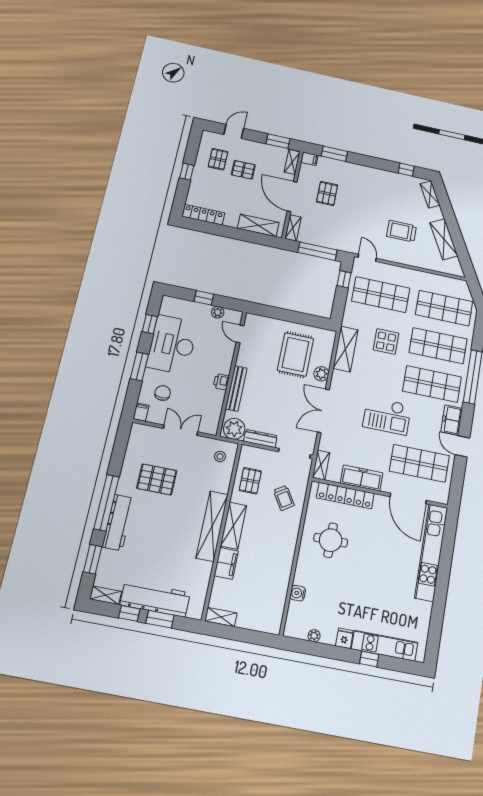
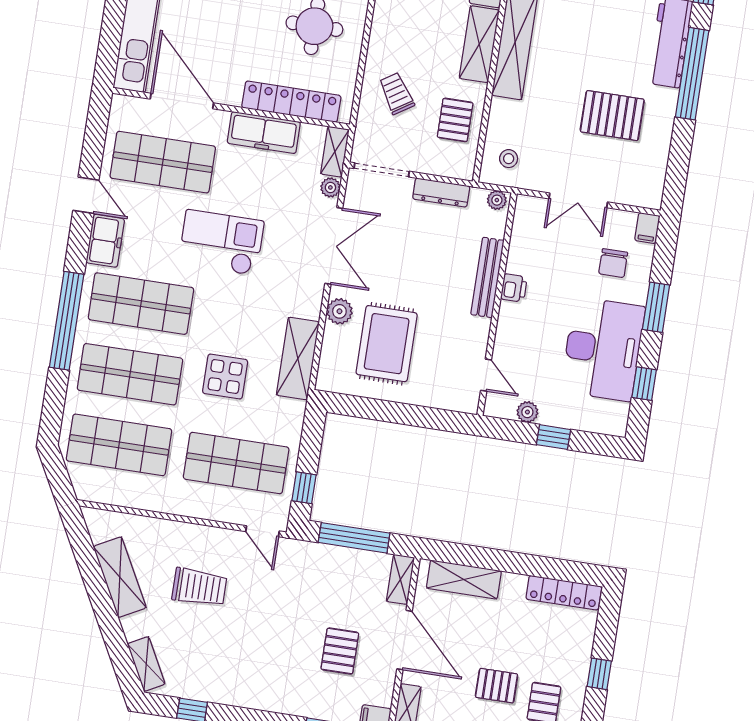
plant: (234, 429) -> (497, 200), width x0.53, depth x0.53
plant: (324, 444) -> (330, 187), added

